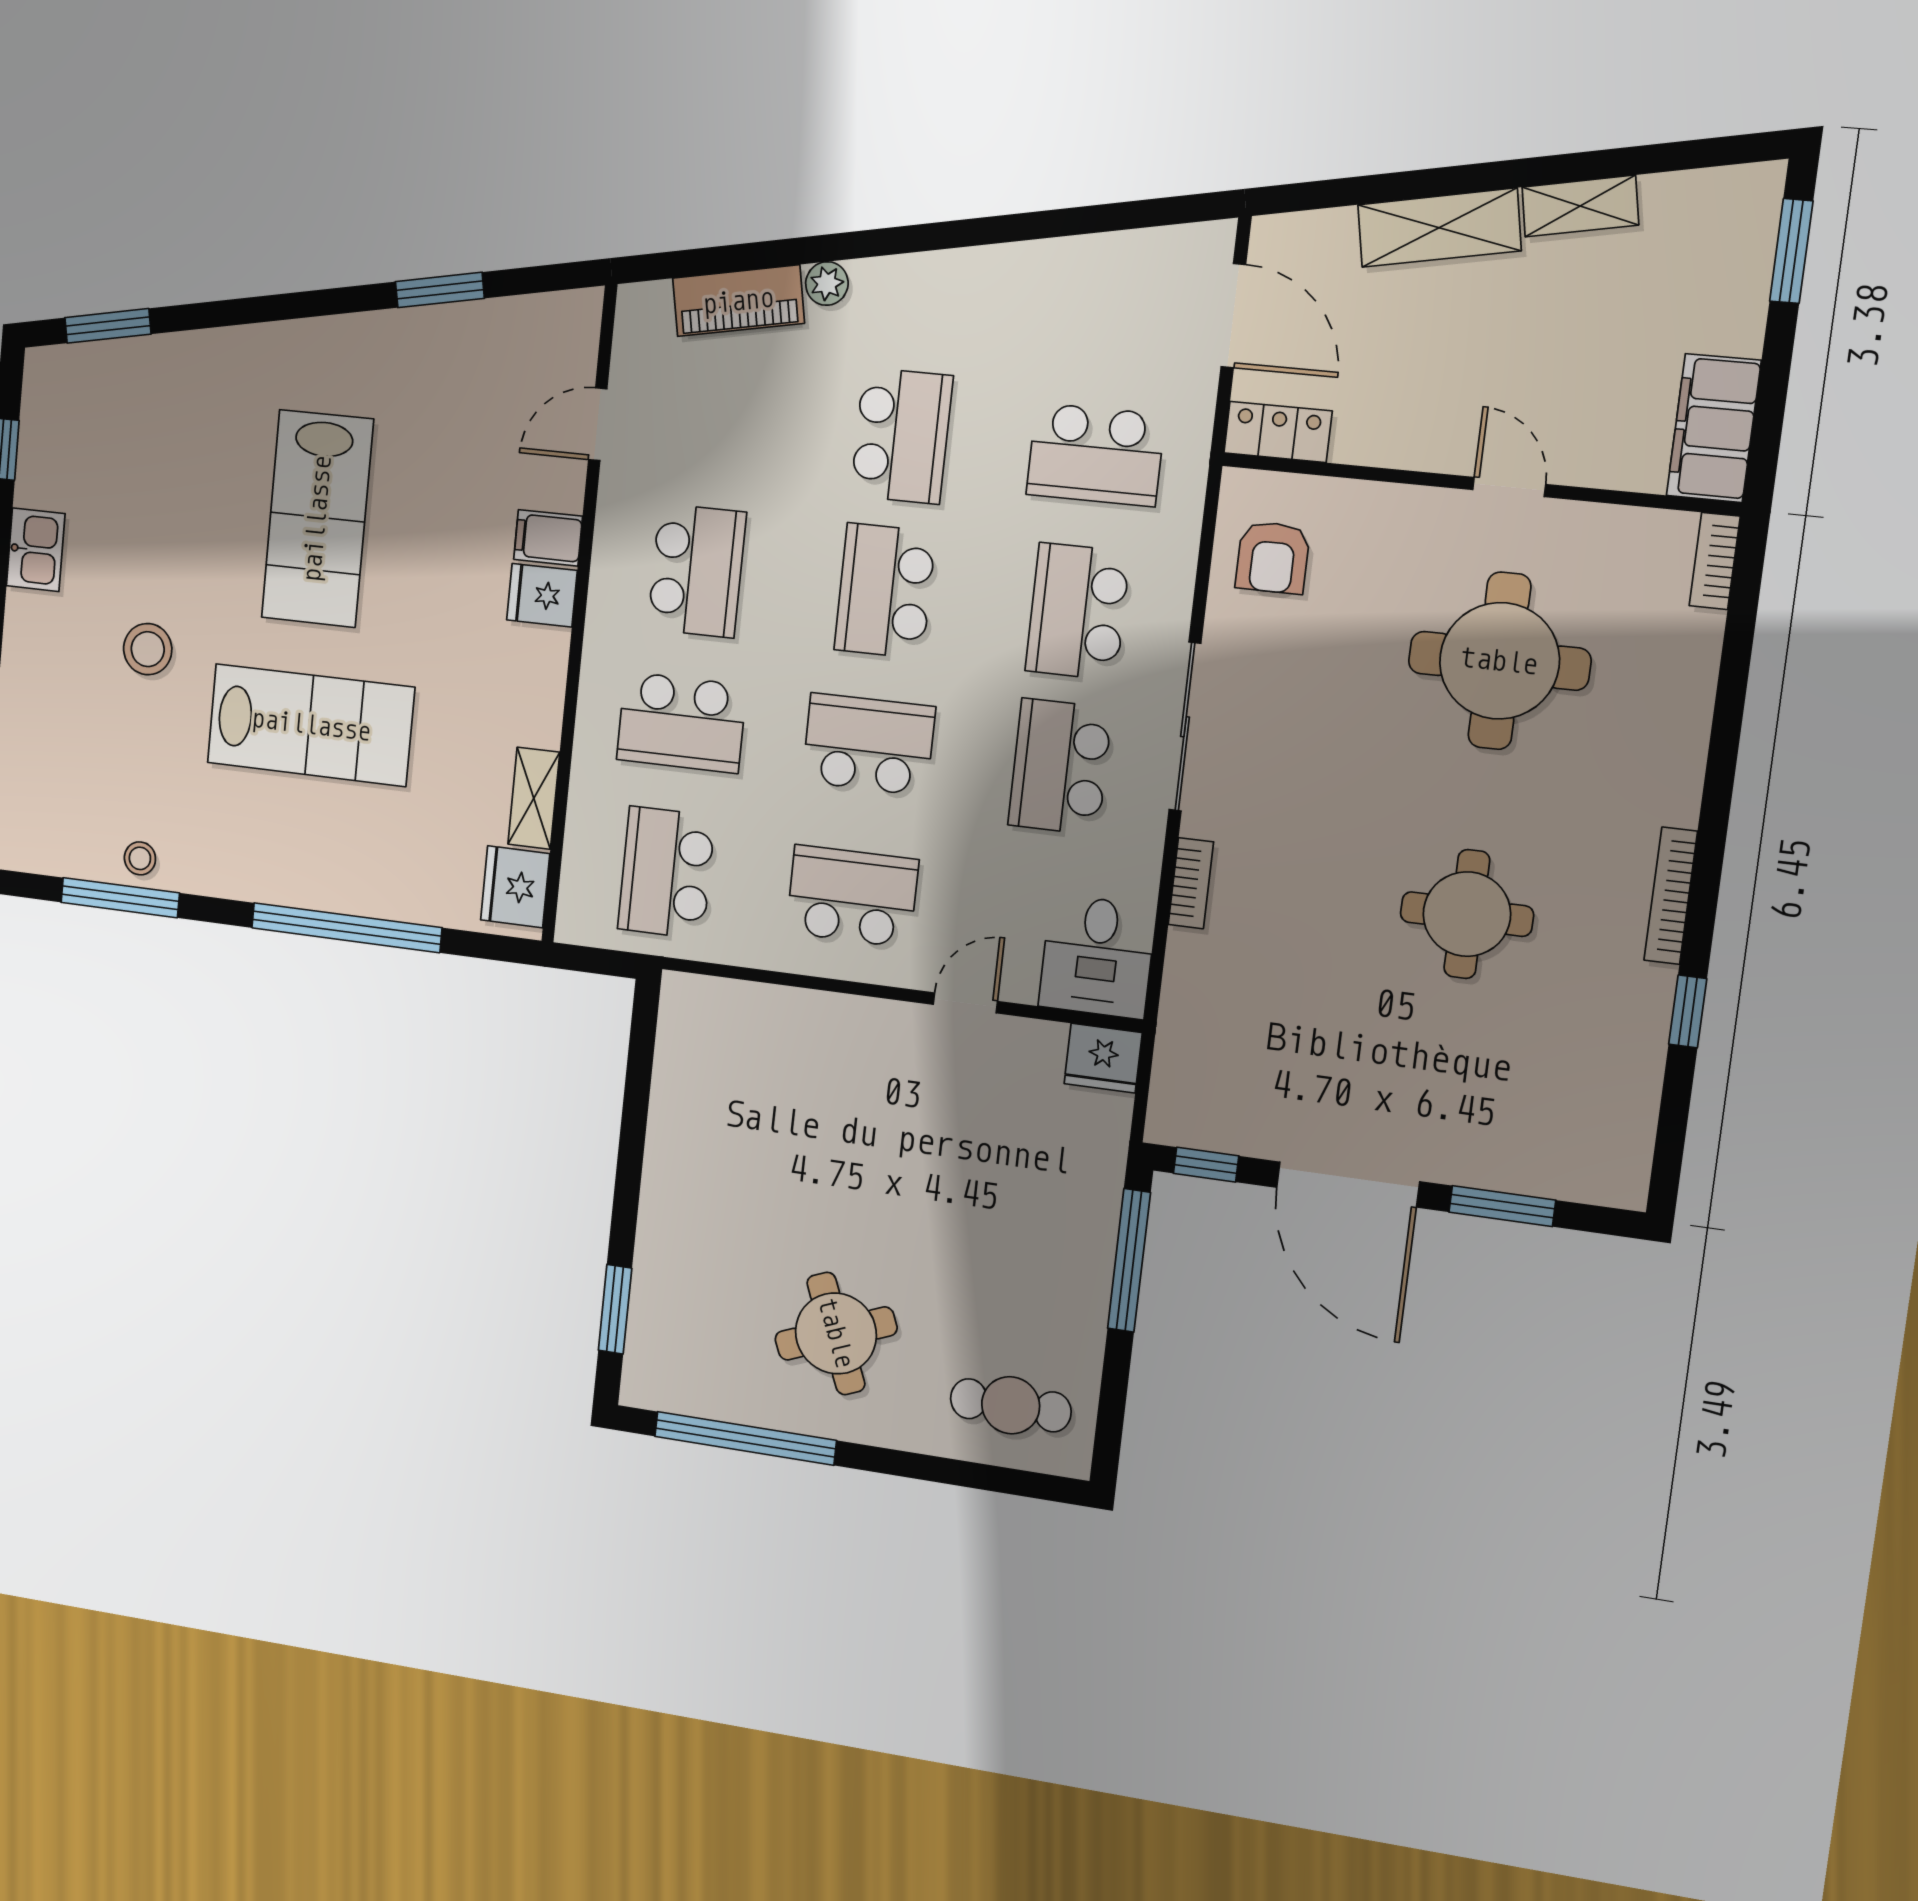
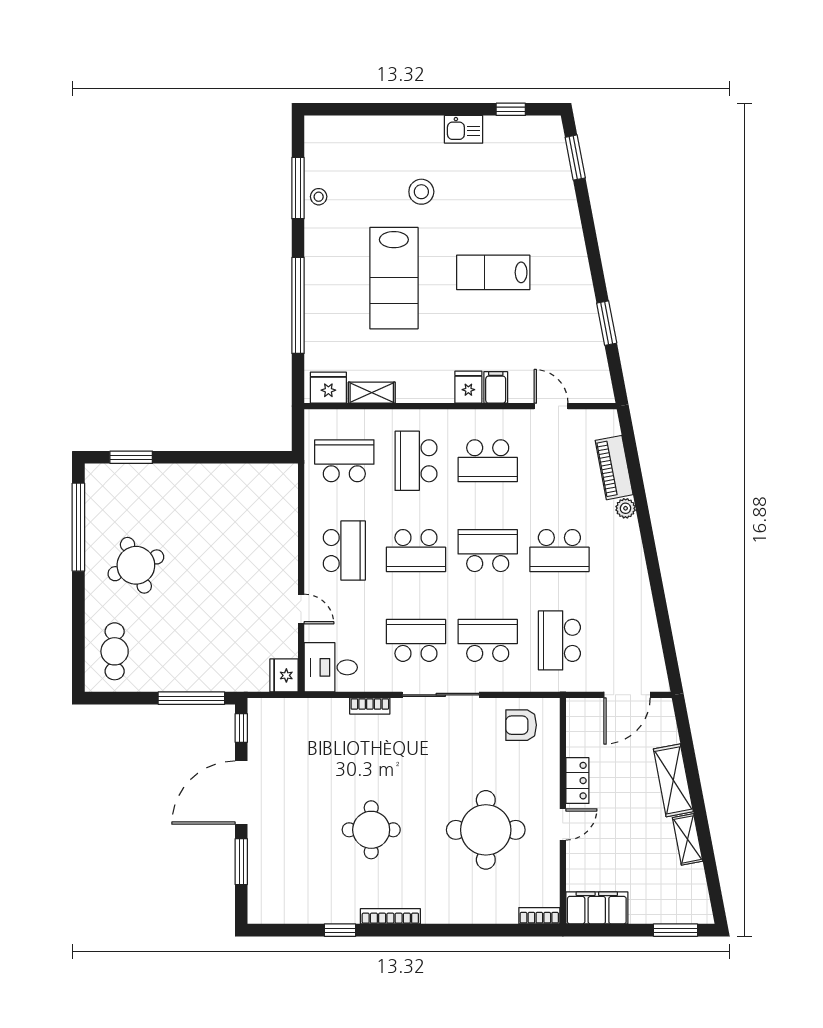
locker: (1278, 432) -> (577, 781), moved
lab bench: (317, 519) -> (493, 272), width x0.73, depth x0.72
school desk: (868, 744) -> (416, 551), turned 90

